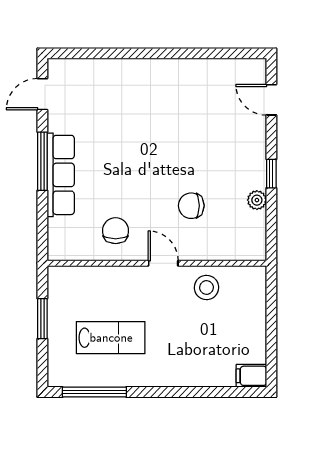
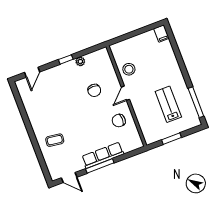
coffee table: (125, 94) -> (55, 140), added

